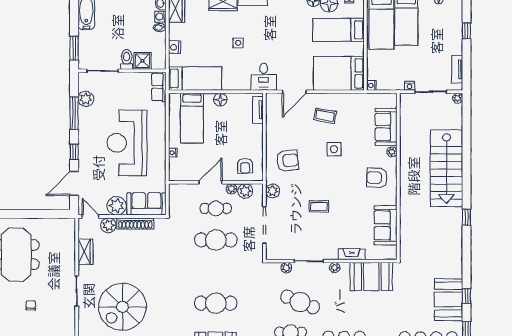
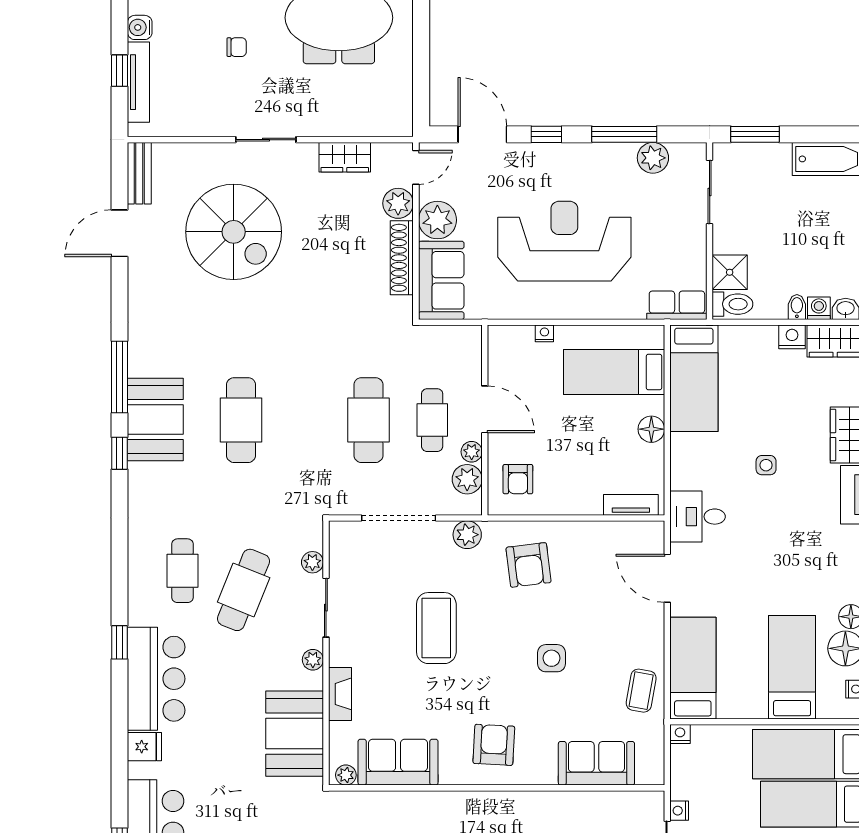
nightstand: (175, 47) -> (792, 337), moved
toilet: (127, 59) -> (732, 304), moved
bed: (339, 73) -> (693, 668), width x0.67
coffee table: (325, 116) -> (641, 691), moved
plant: (392, 152) -> (346, 775), moved
armchair: (245, 166) -> (518, 479), turned -90
coffee table: (319, 206) -> (436, 628), width x1.86, depth x1.72
spiral stairs: (122, 307) -> (234, 232), turned 180

